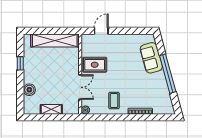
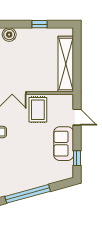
window: (137, 31) -> (77, 158), added
sofa: (151, 58) -> (64, 144), moved, turned -75

